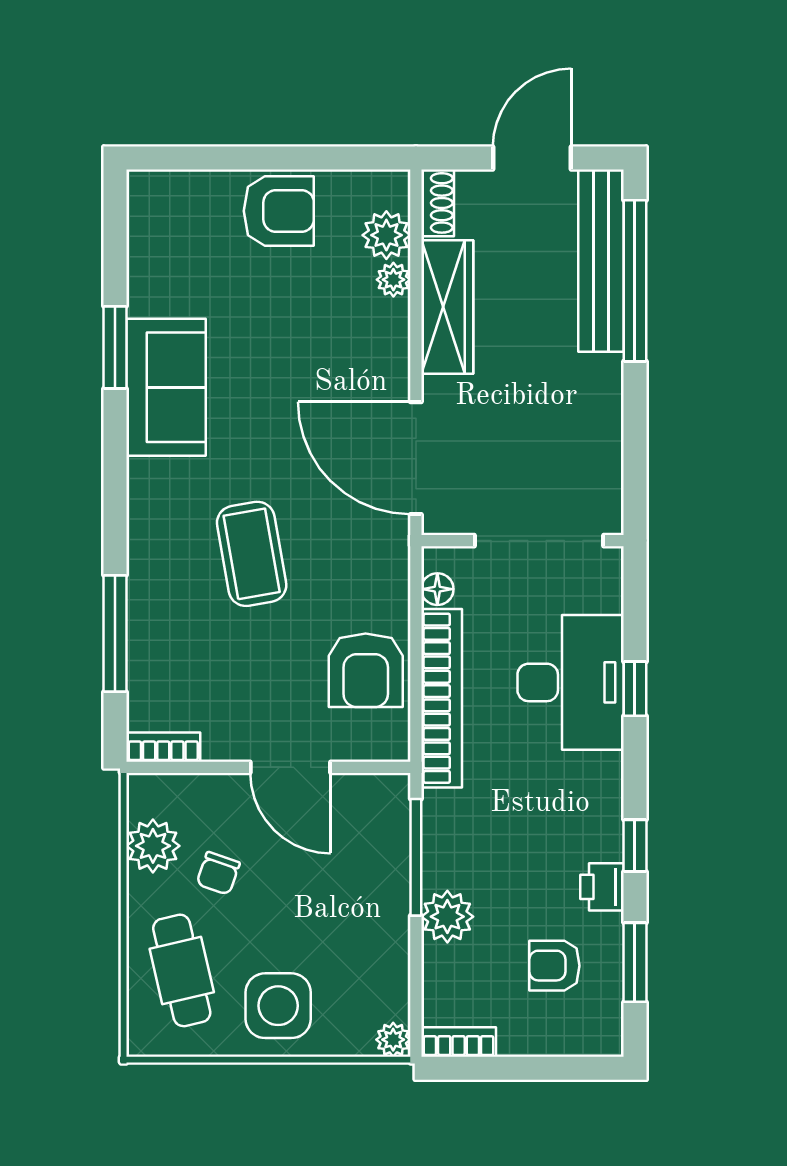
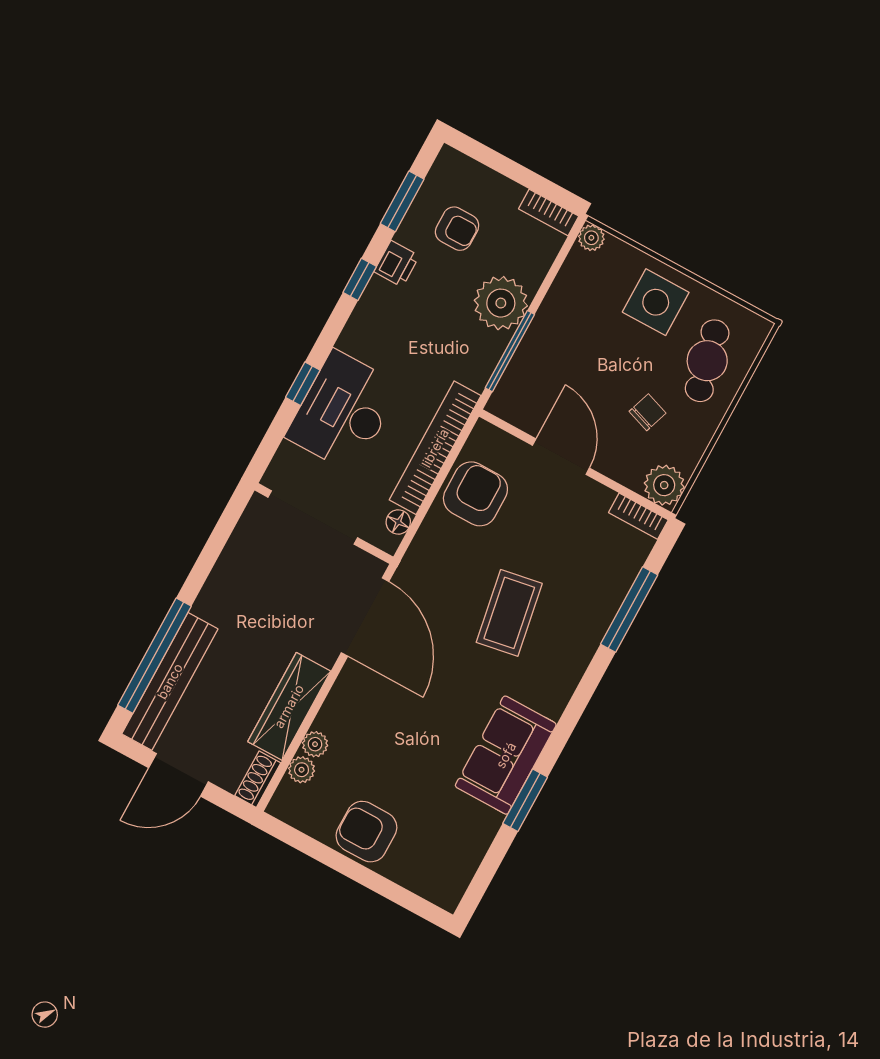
plant: (386, 235) -> (302, 770), width x0.73, depth x0.73
plant: (153, 846) -> (664, 485), moved
plant: (447, 917) -> (501, 303), width x1.36, depth x1.36

